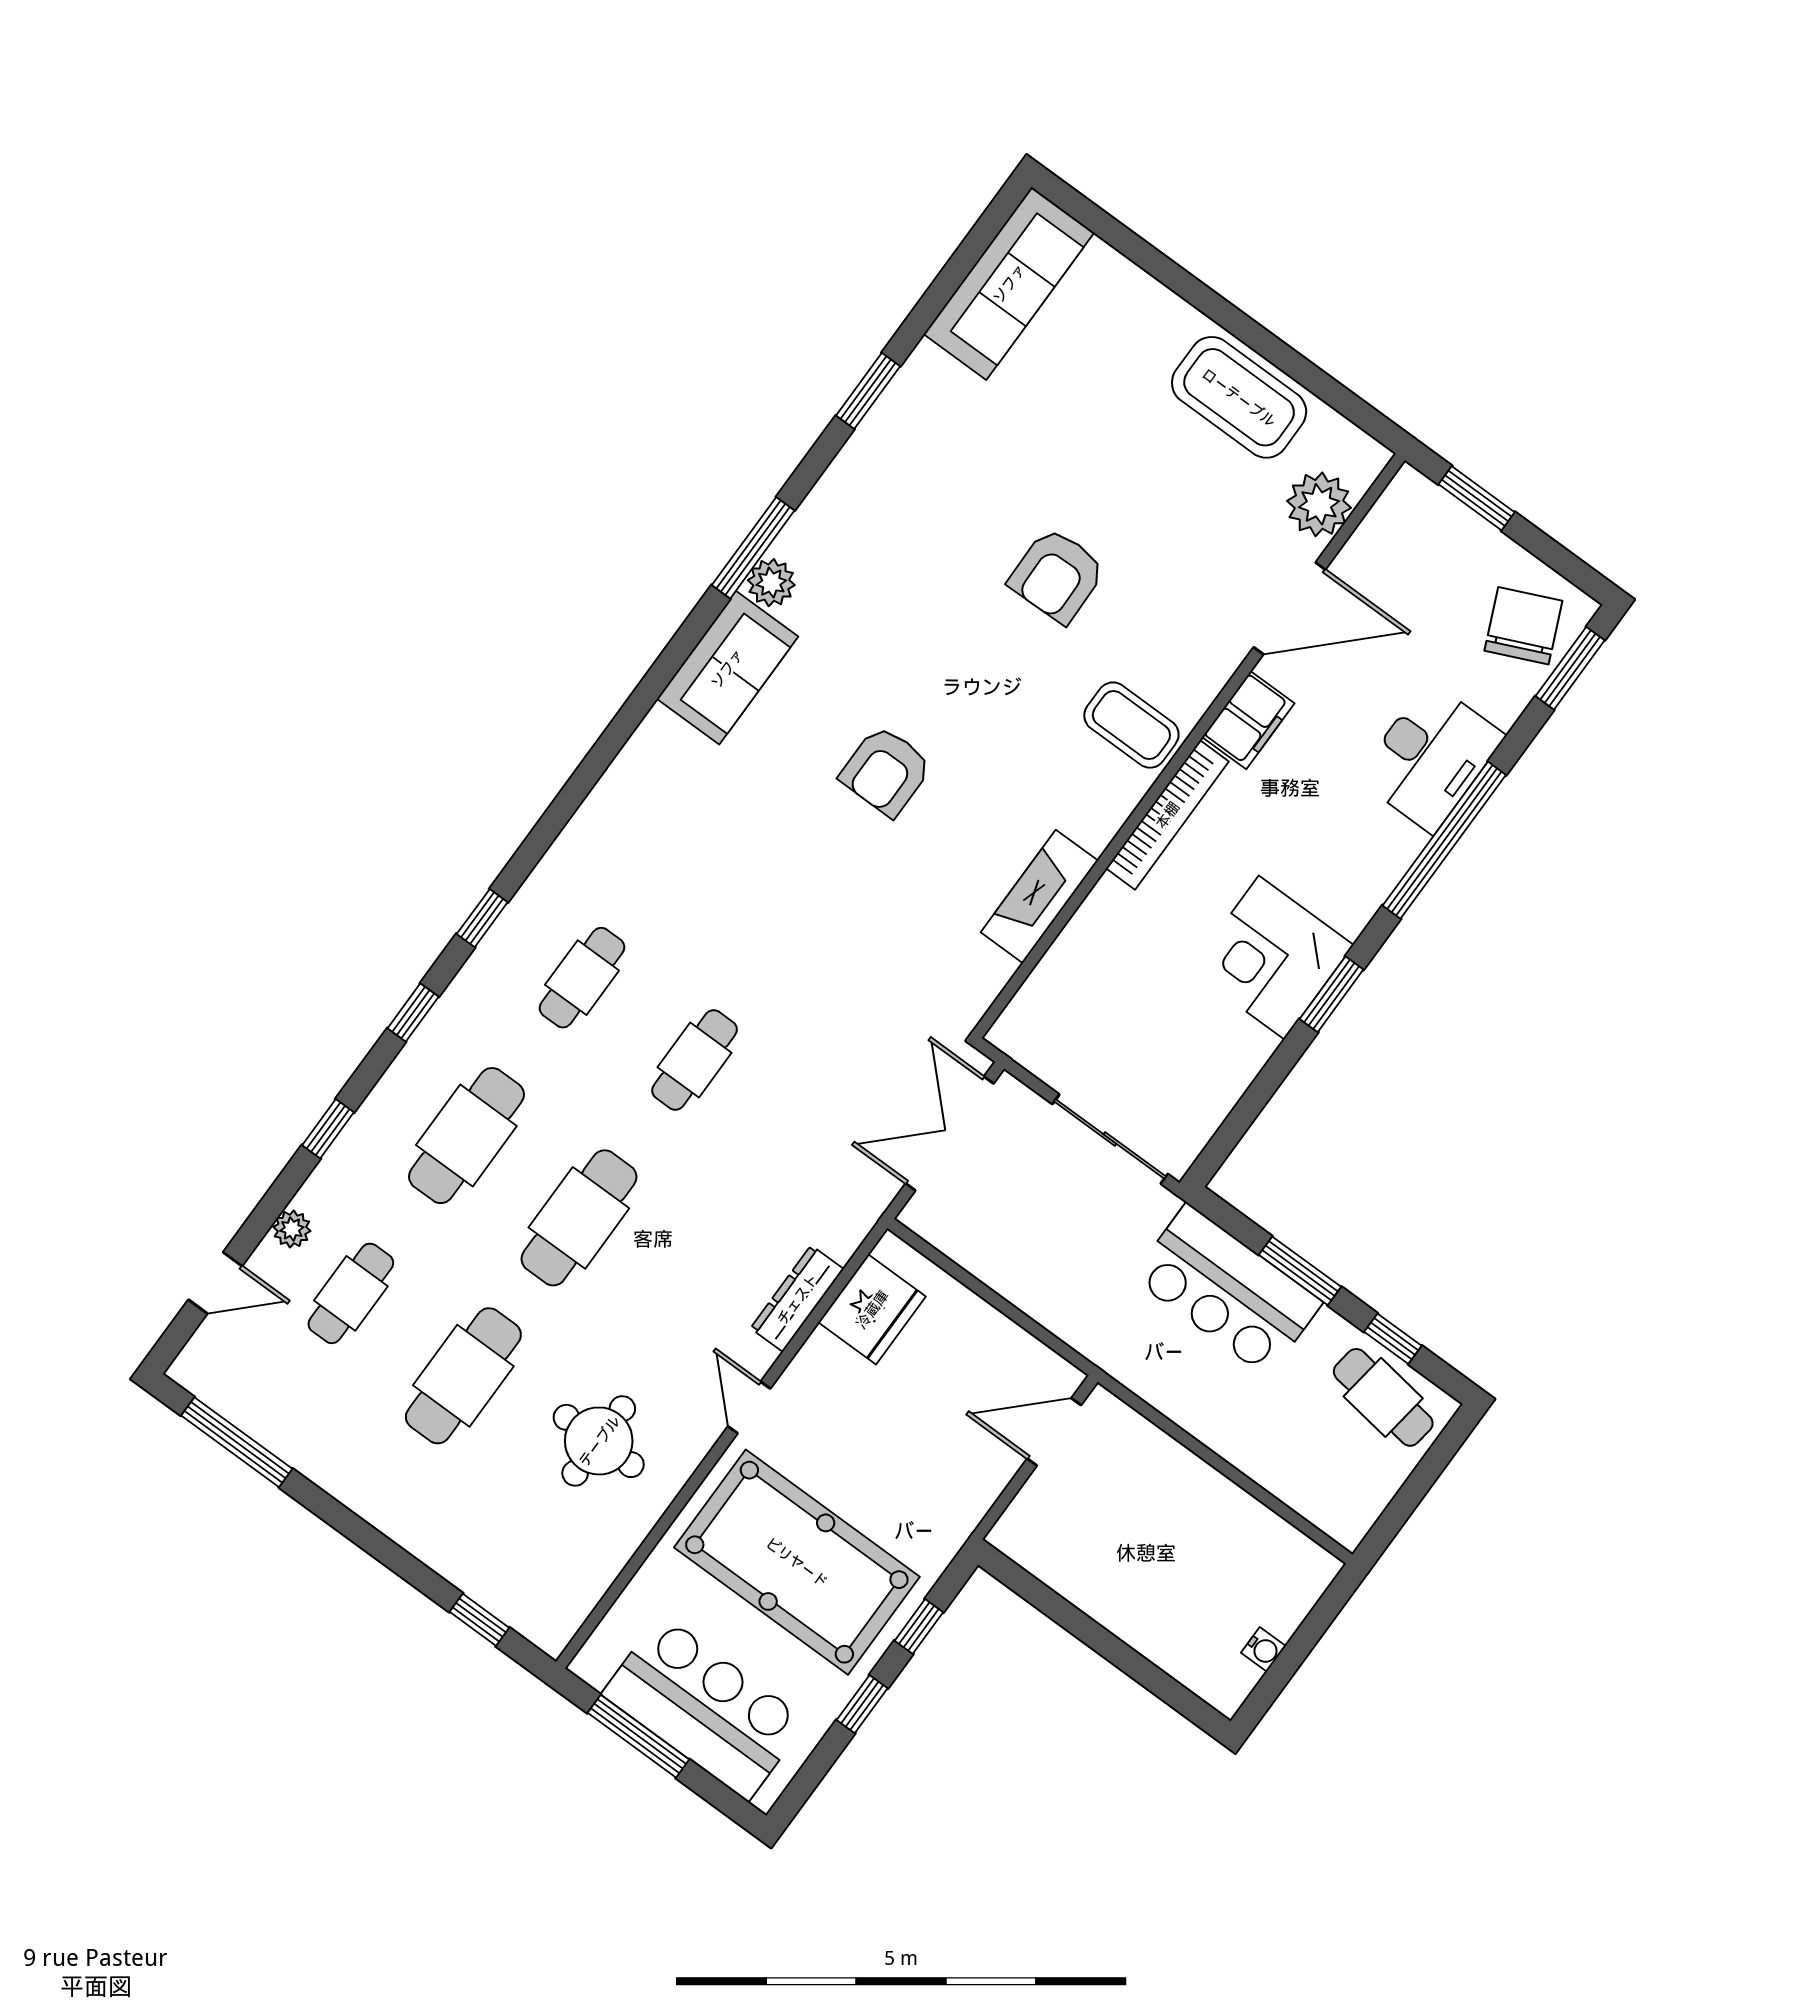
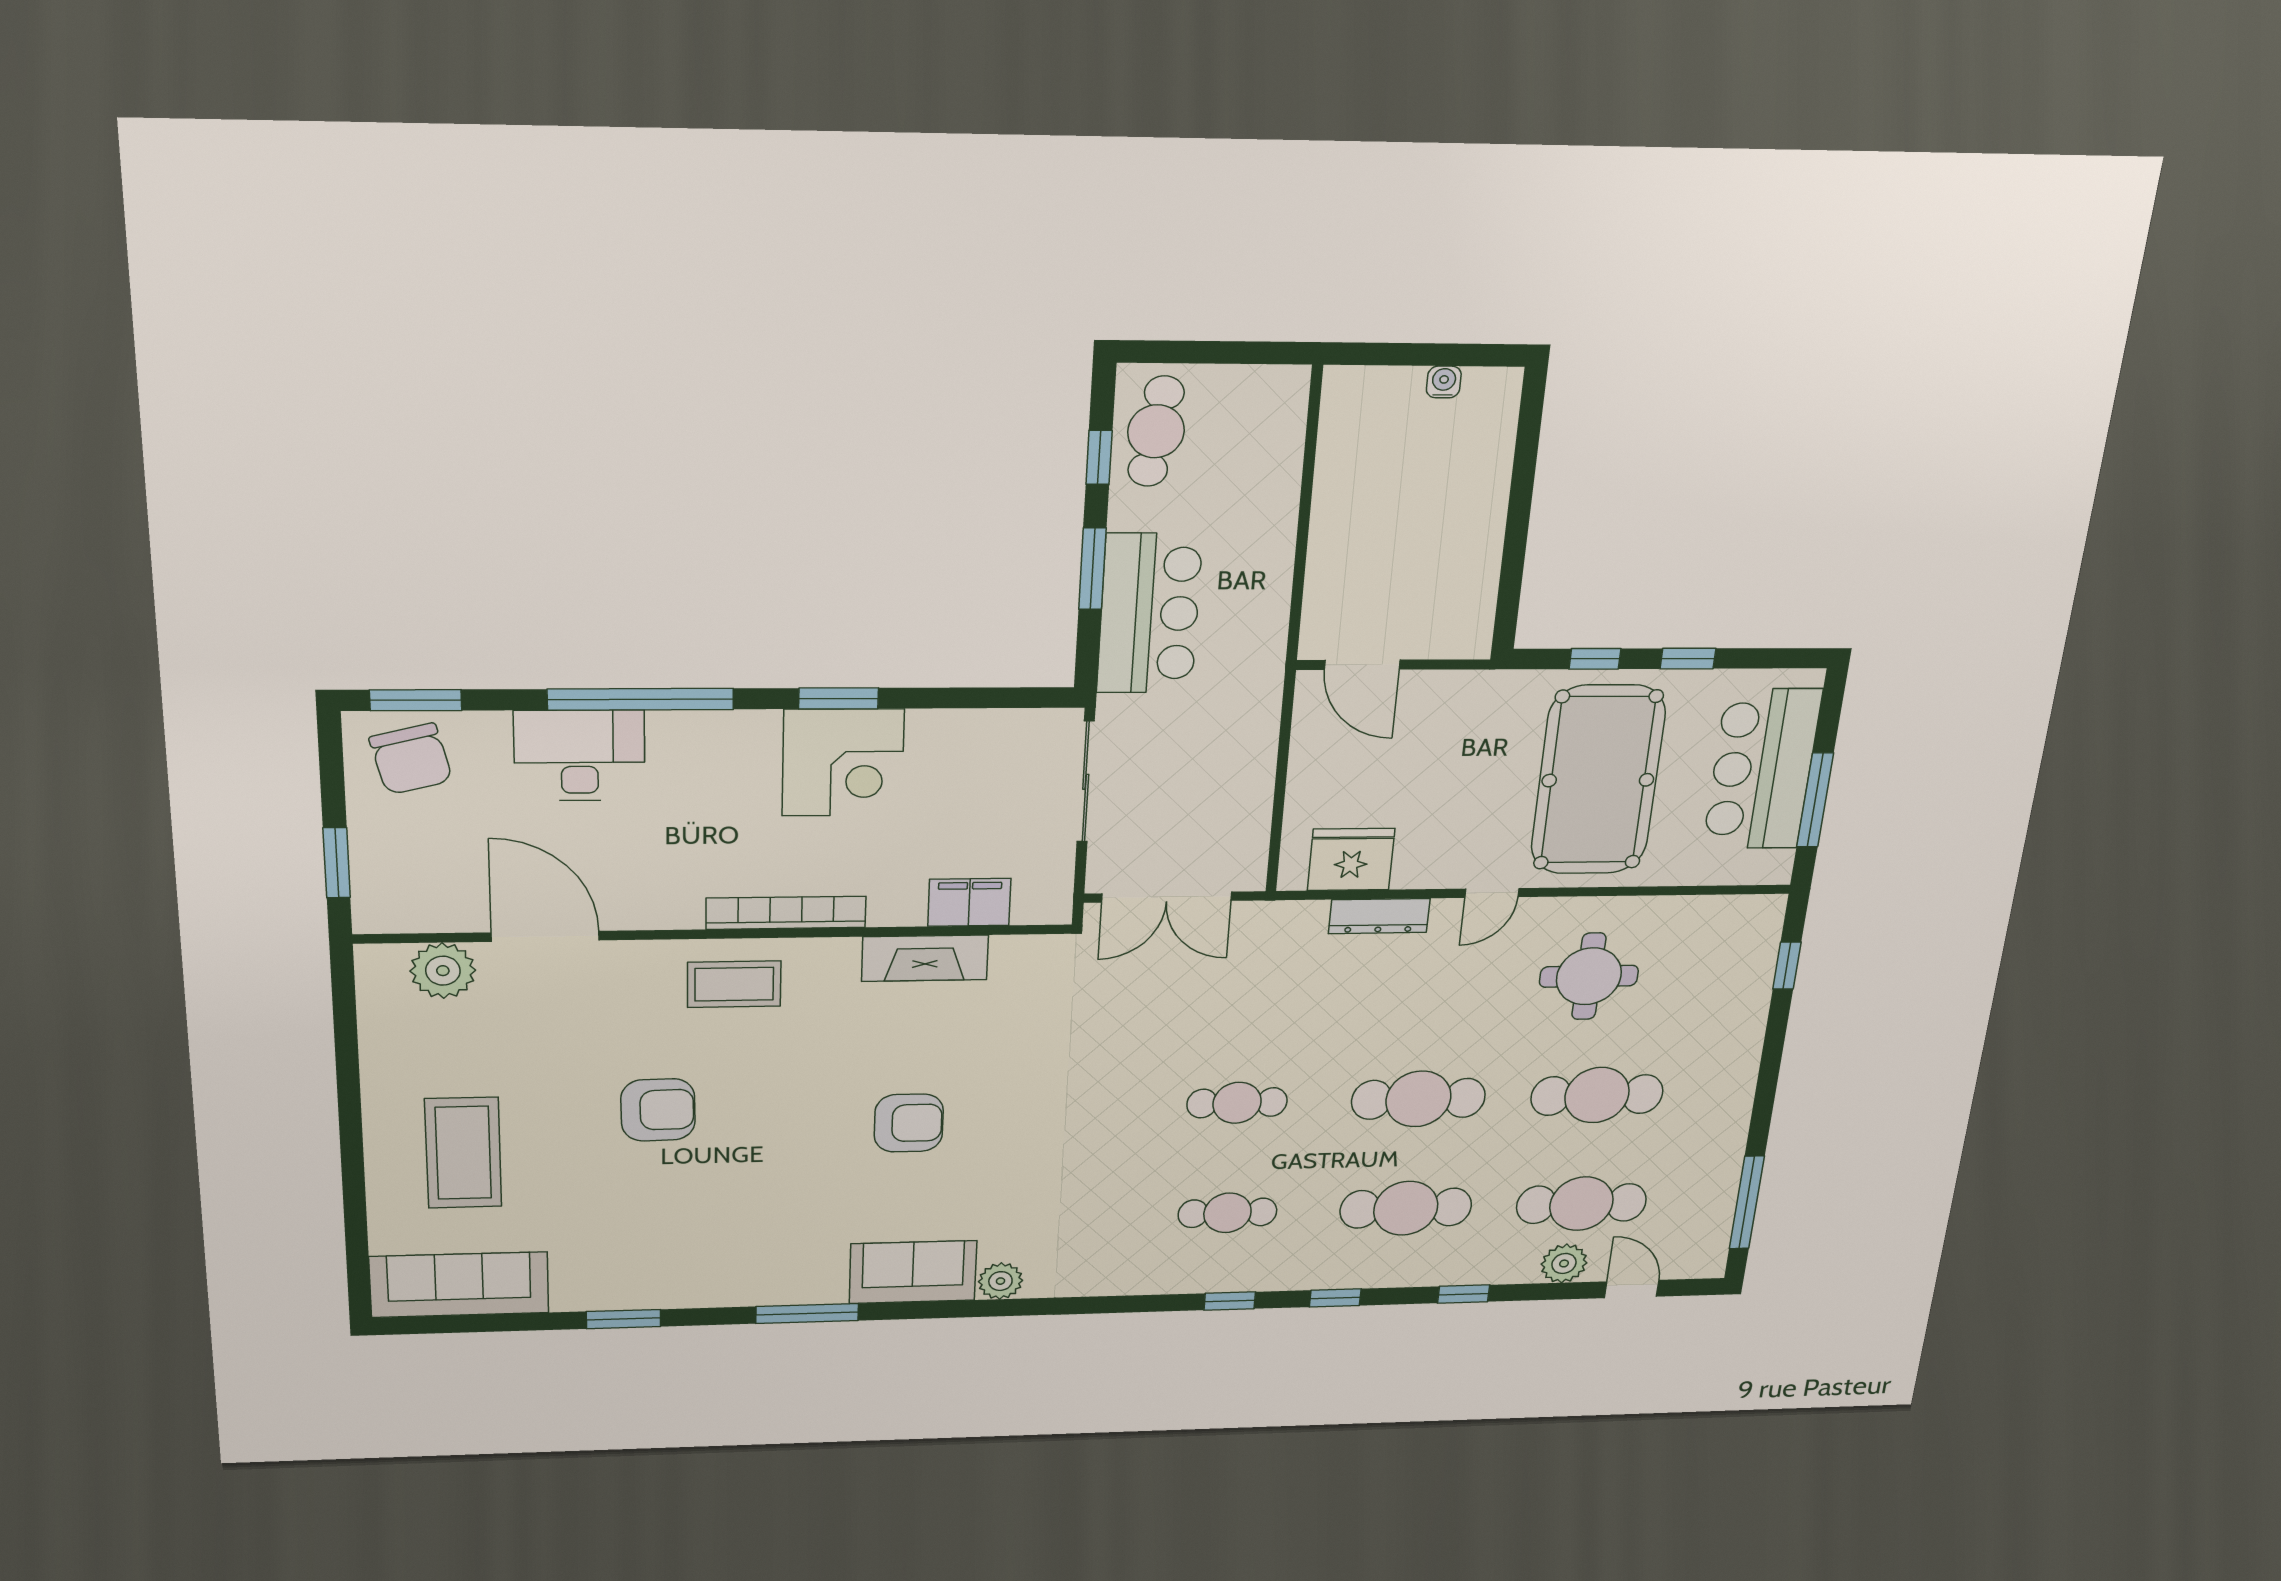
coffee table: (1239, 397) -> (463, 1153), moved
plant: (771, 583) -> (1000, 1281), moved
chair: (1523, 626) -> (411, 759), turned -80
filing cabinet: (1248, 720) -> (969, 902), moved
coffee table: (1131, 725) -> (734, 984), turned 90
plant: (292, 1229) -> (1564, 1263), width x1.38, depth x1.38
cafe table: (351, 1293) -> (1581, 1204), width x1.37, depth x1.35

